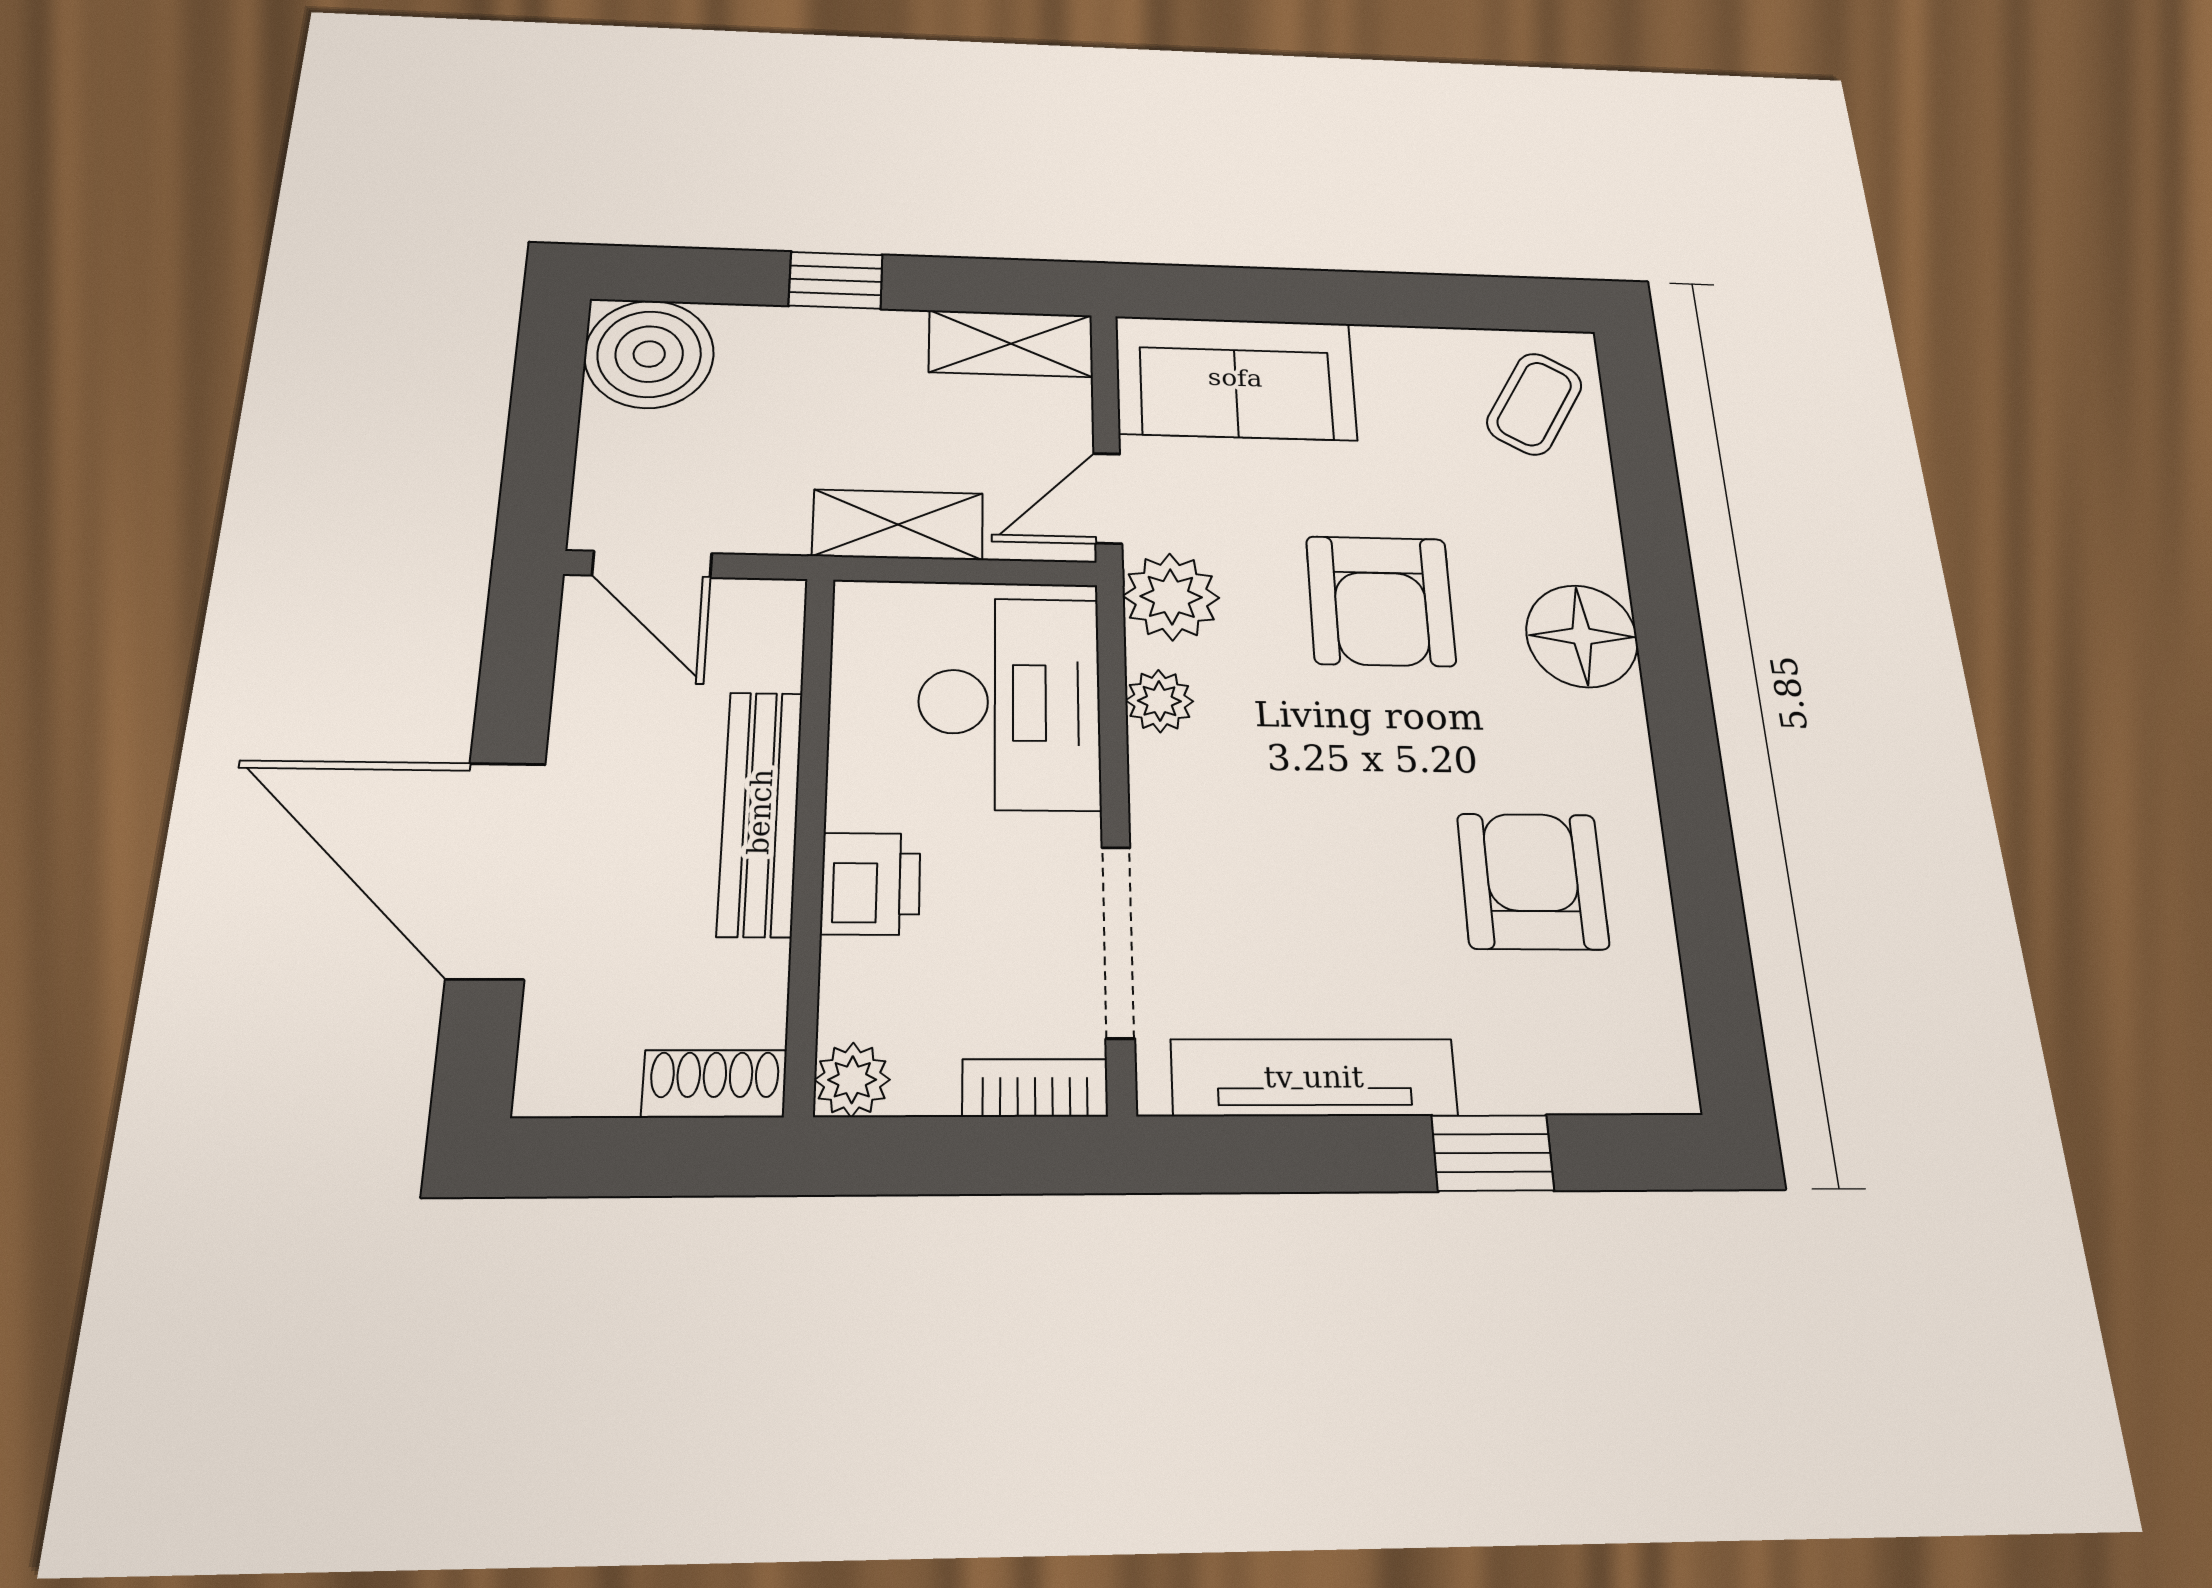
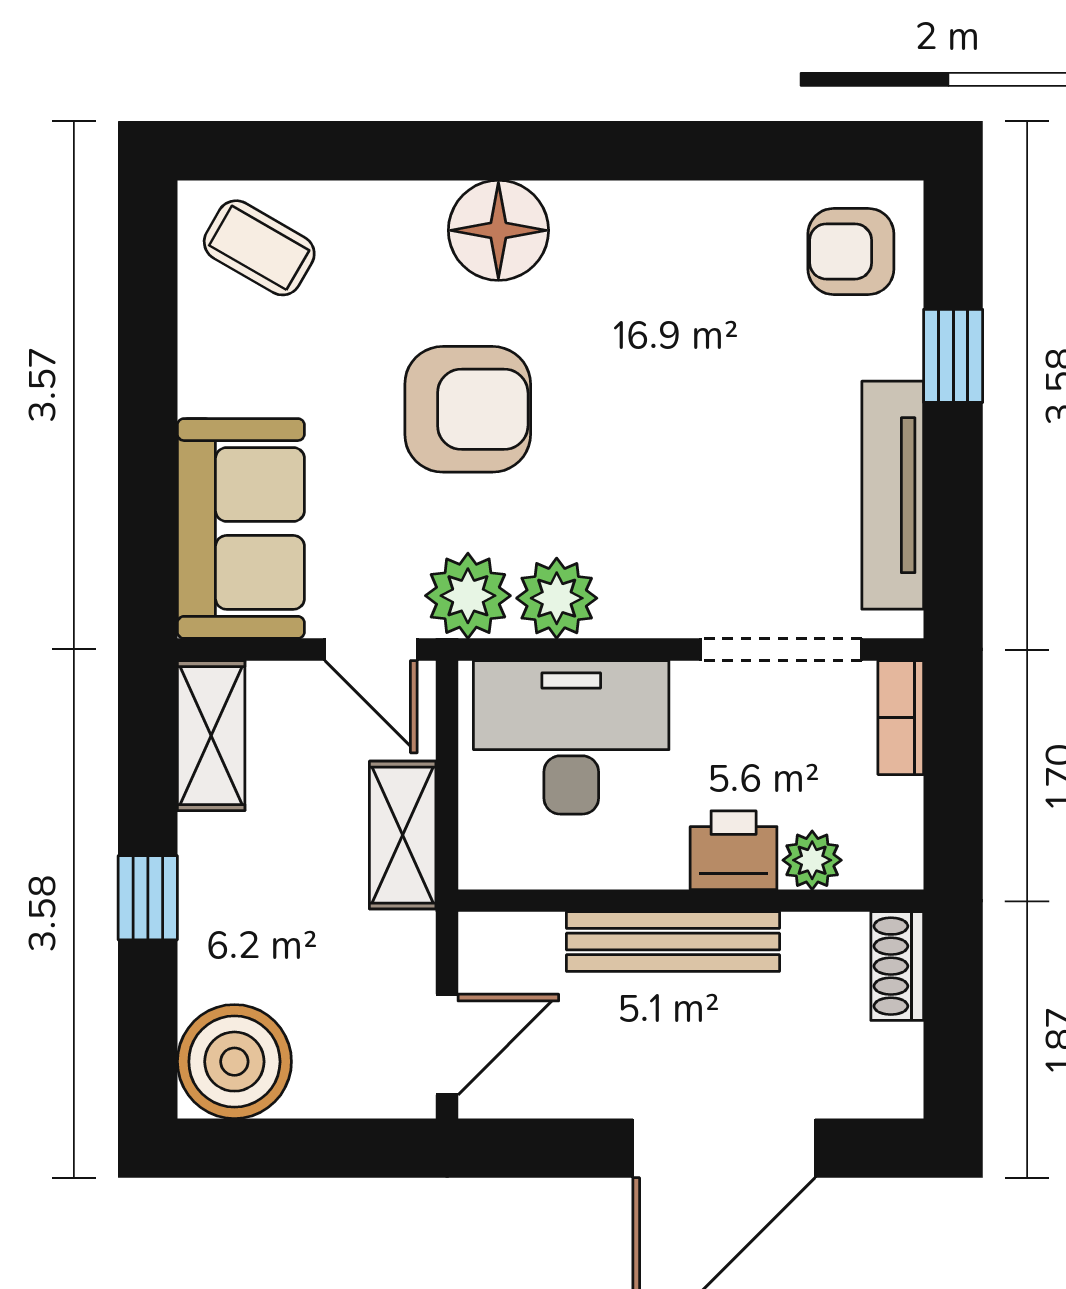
plant: (1159, 701) -> (557, 598), width x1.38, depth x1.38
armchair: (1533, 881) -> (851, 251), moved, width x0.72, depth x0.72
plant: (852, 1080) -> (812, 860), moved

